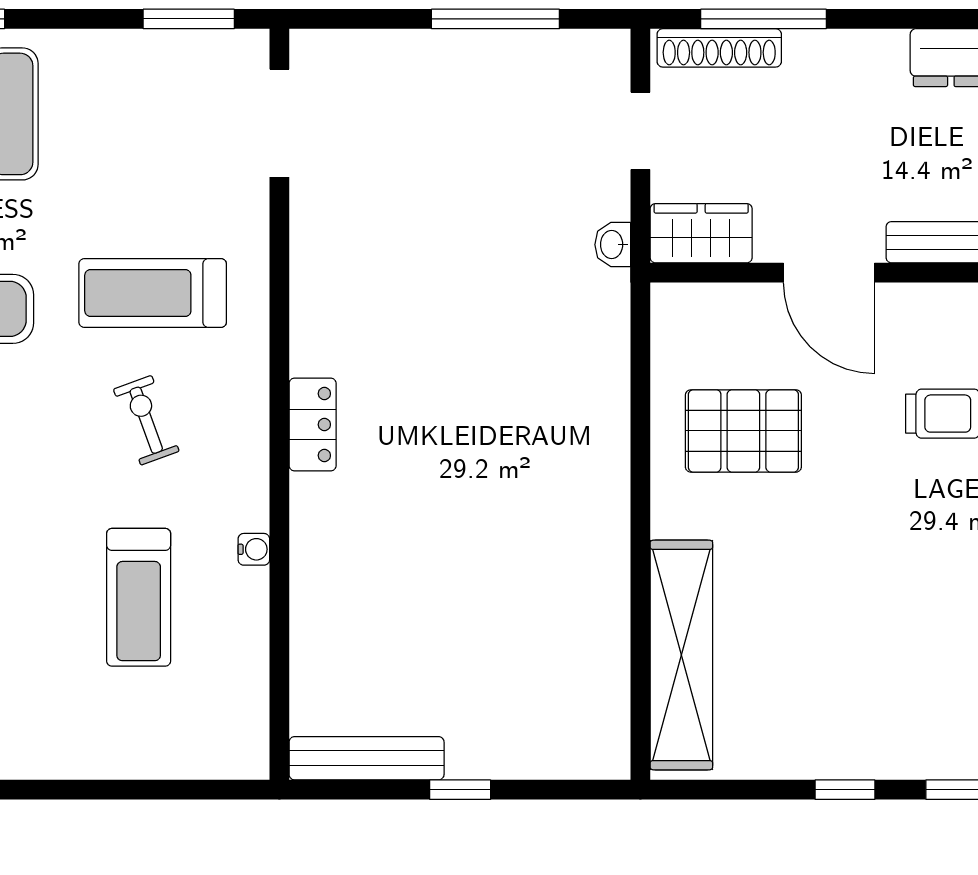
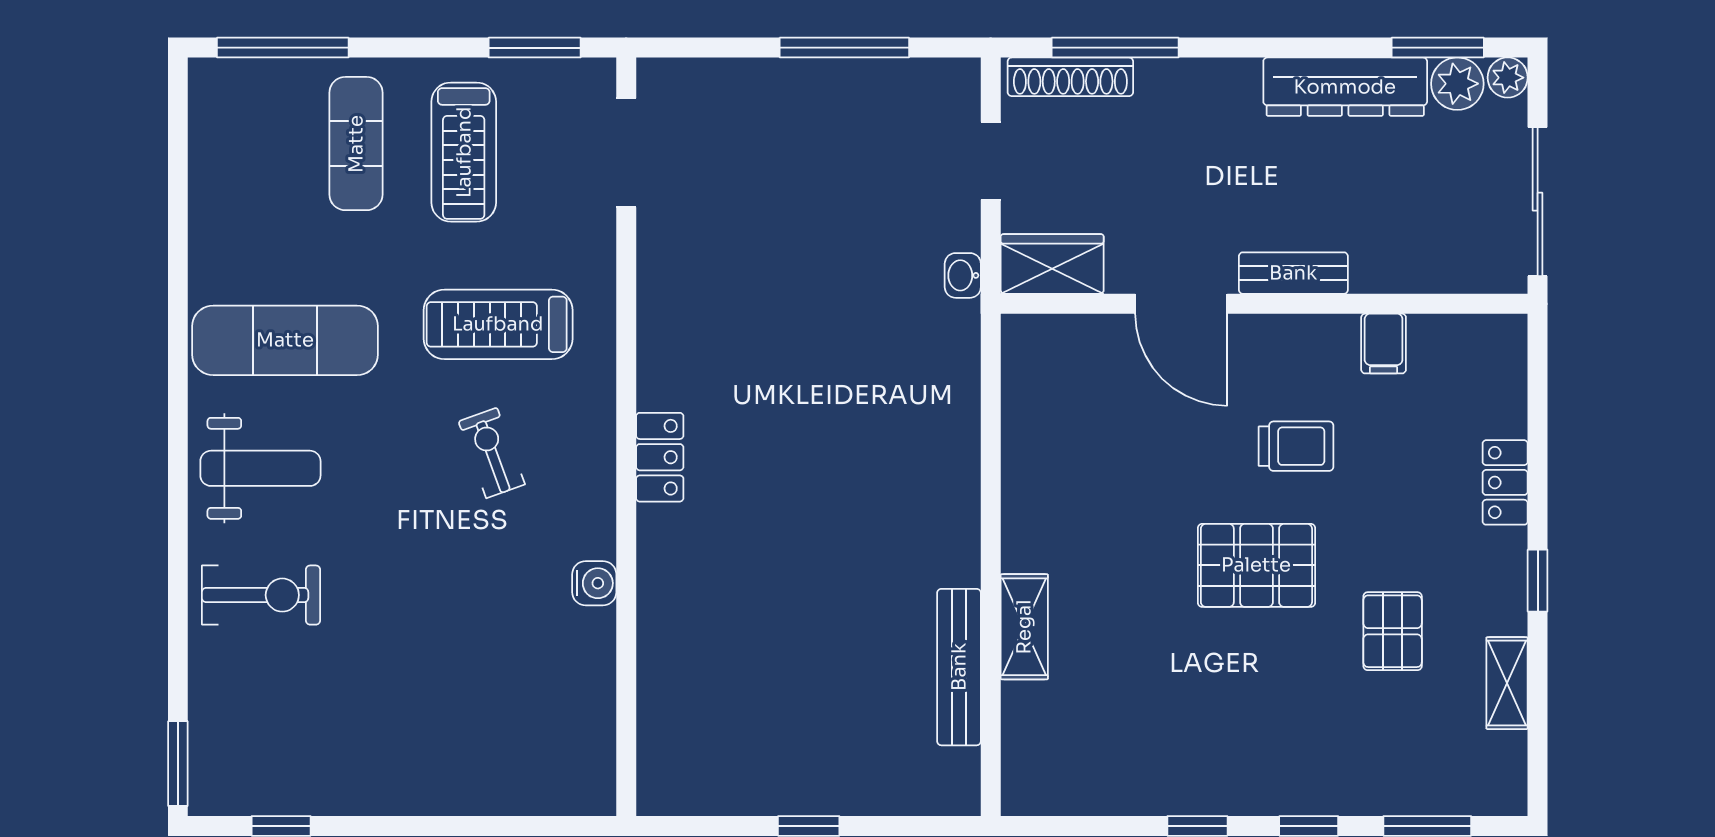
pallet: (743, 431) -> (1256, 565), moved
water cooler: (254, 549) -> (594, 583), width x1.38, depth x1.38
treadmill: (139, 597) -> (464, 152), moved
shelving: (681, 655) -> (1024, 627), width x0.45, depth x0.75
bench: (367, 758) -> (959, 667), moved, turned 90

